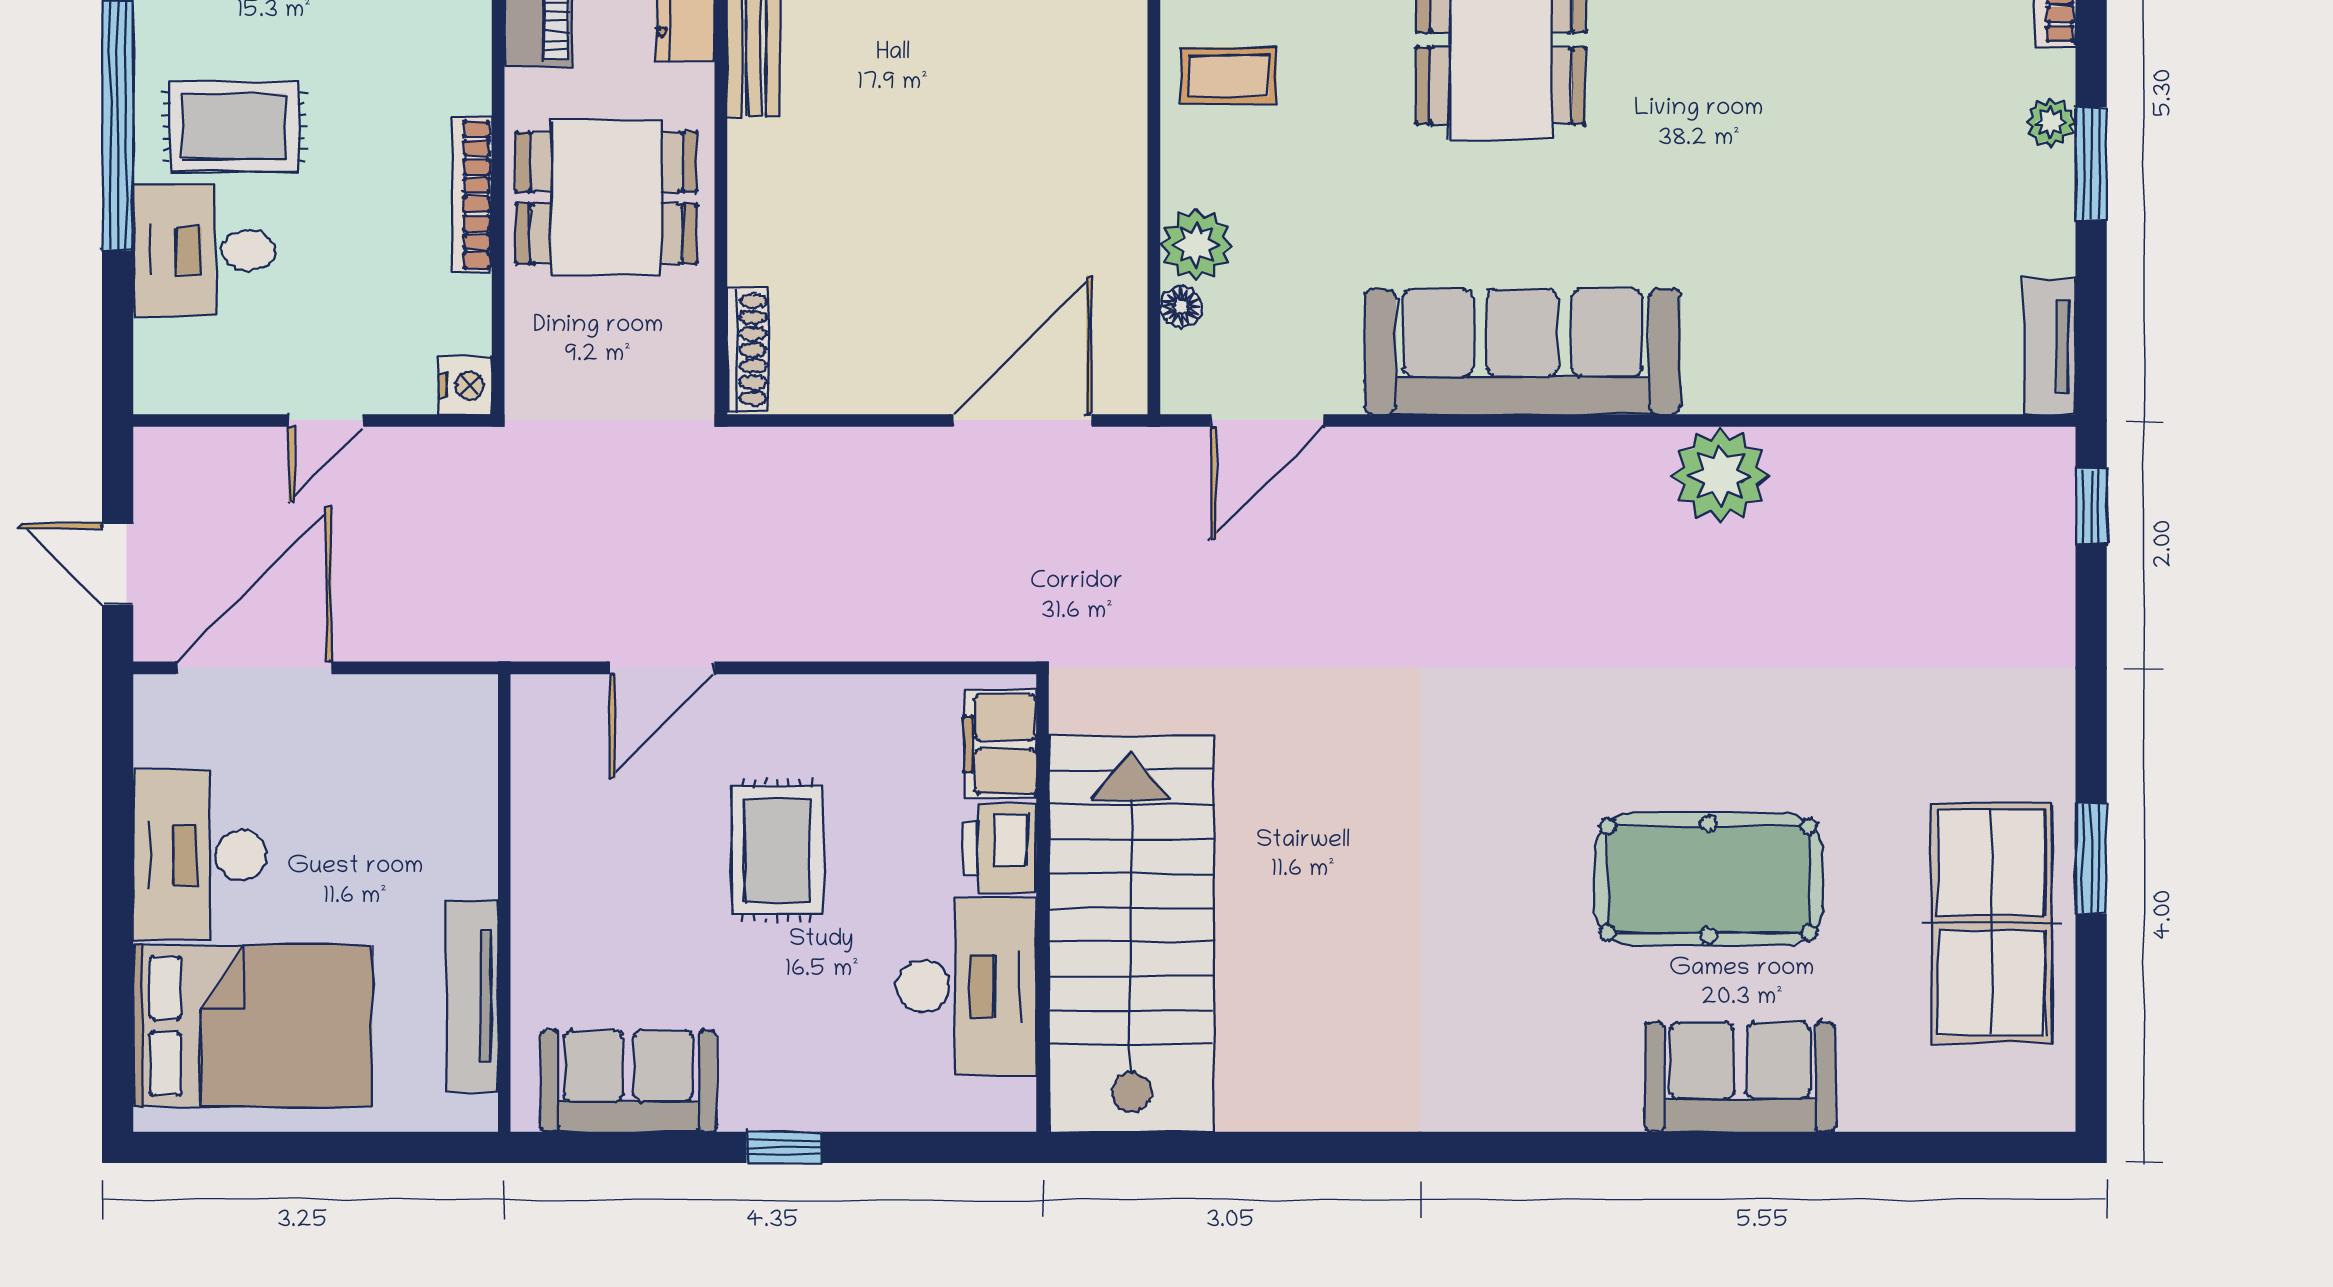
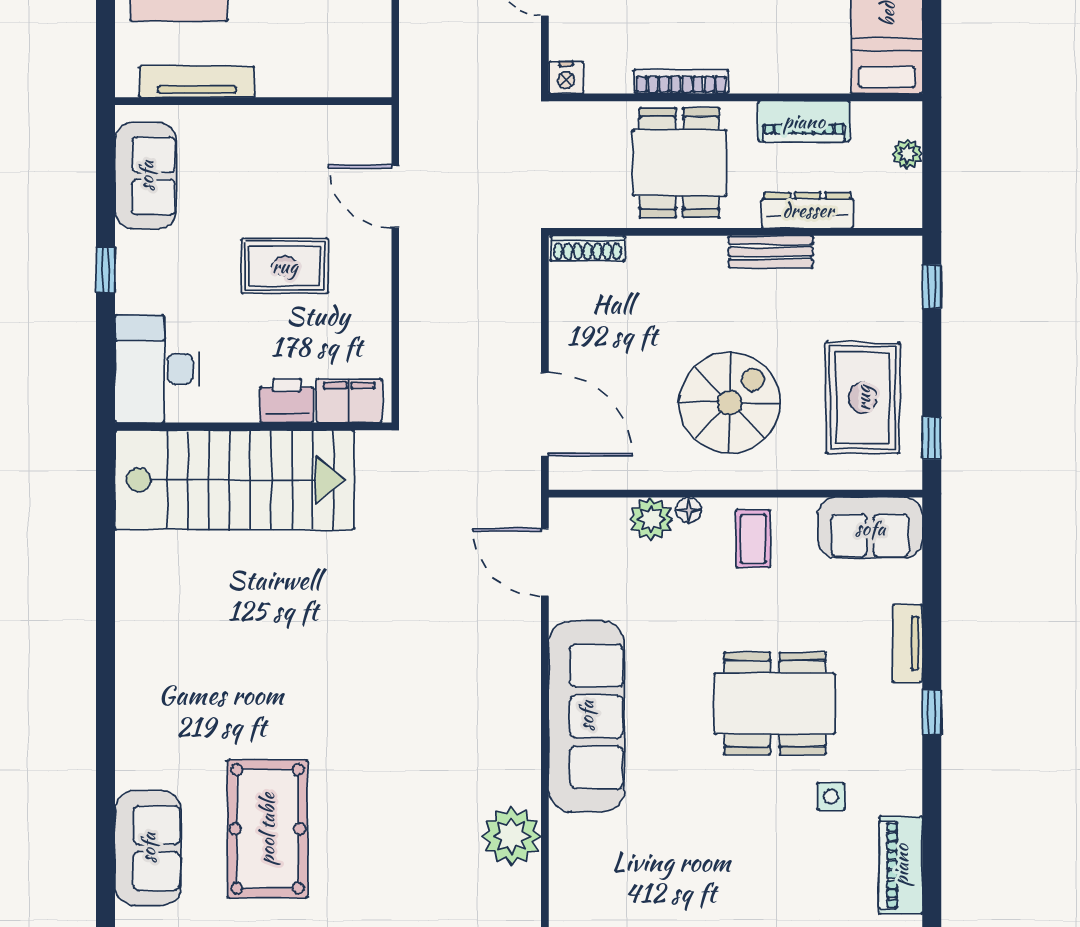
spiral stairs: (1004, 115) -> (730, 403), added
floor lamp: (1181, 307) -> (689, 510), moved
desk: (966, 986) -> (157, 369), moved, turned 90

